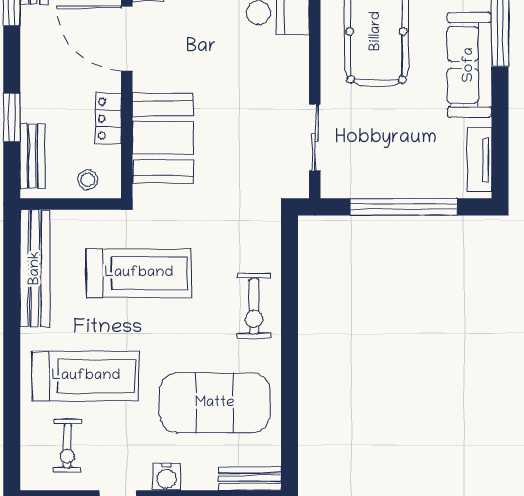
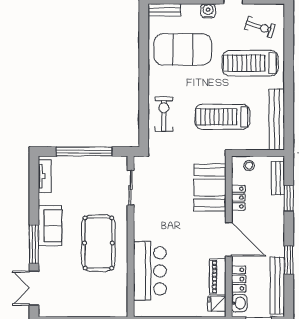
sofa: (469, 65) -> (50, 226), width x0.73
exercise bike: (254, 306) -> (164, 114), moved
exercise bike: (67, 446) -> (260, 27), turned 107

